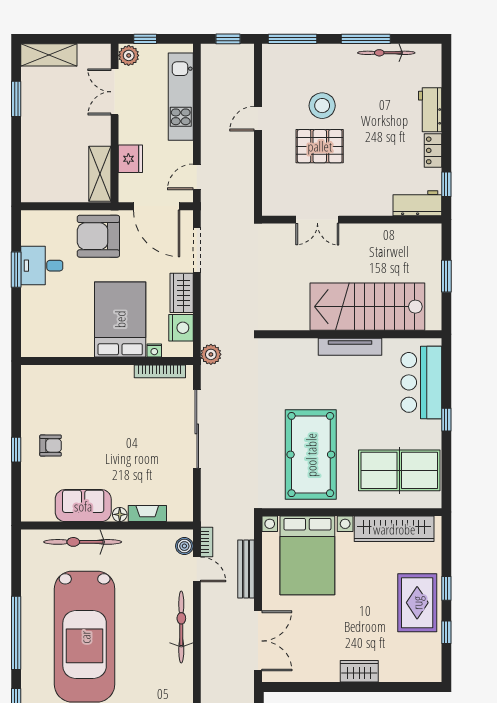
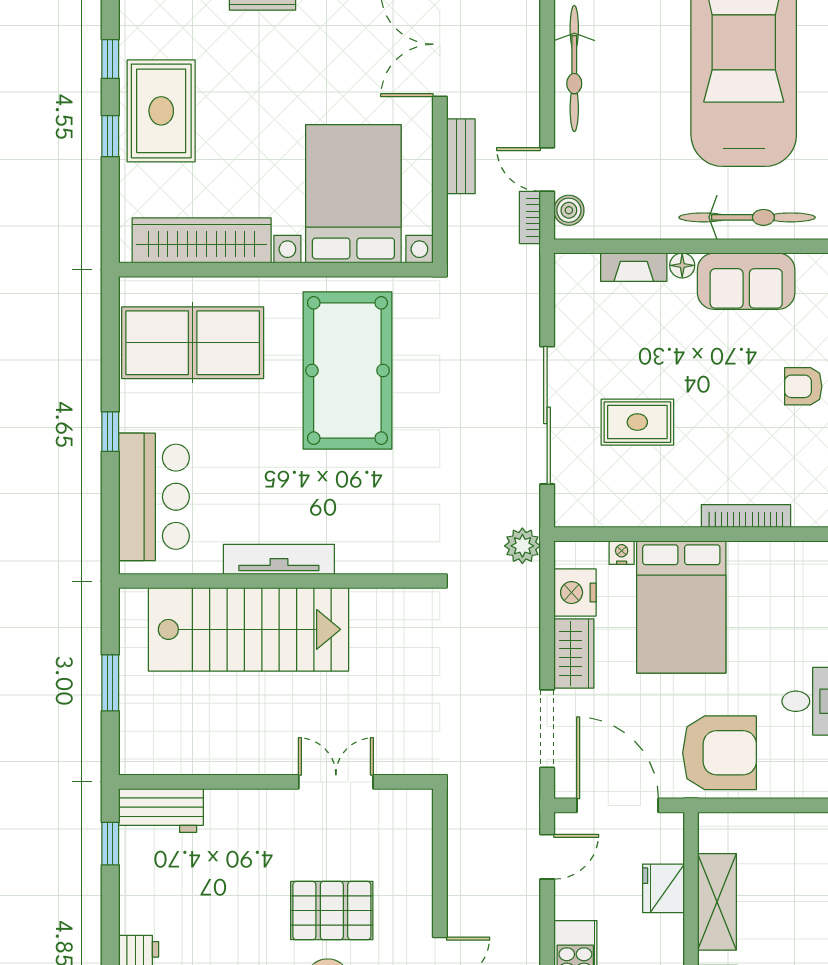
locker: (433, 150) -> (134, 903), removed
shelving: (100, 174) -> (717, 902), moved
bookcase: (160, 371) -> (746, 516), moved
rug: (145, 425) -> (637, 422), added
bench: (246, 569) -> (461, 156), width x0.73

